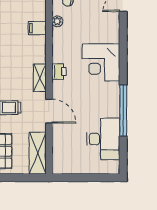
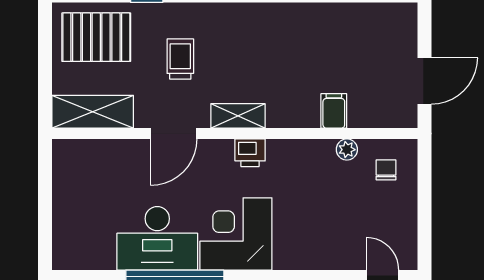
corner desk: (101, 62) -> (236, 234), moved
desk: (103, 139) -> (157, 238), moved

